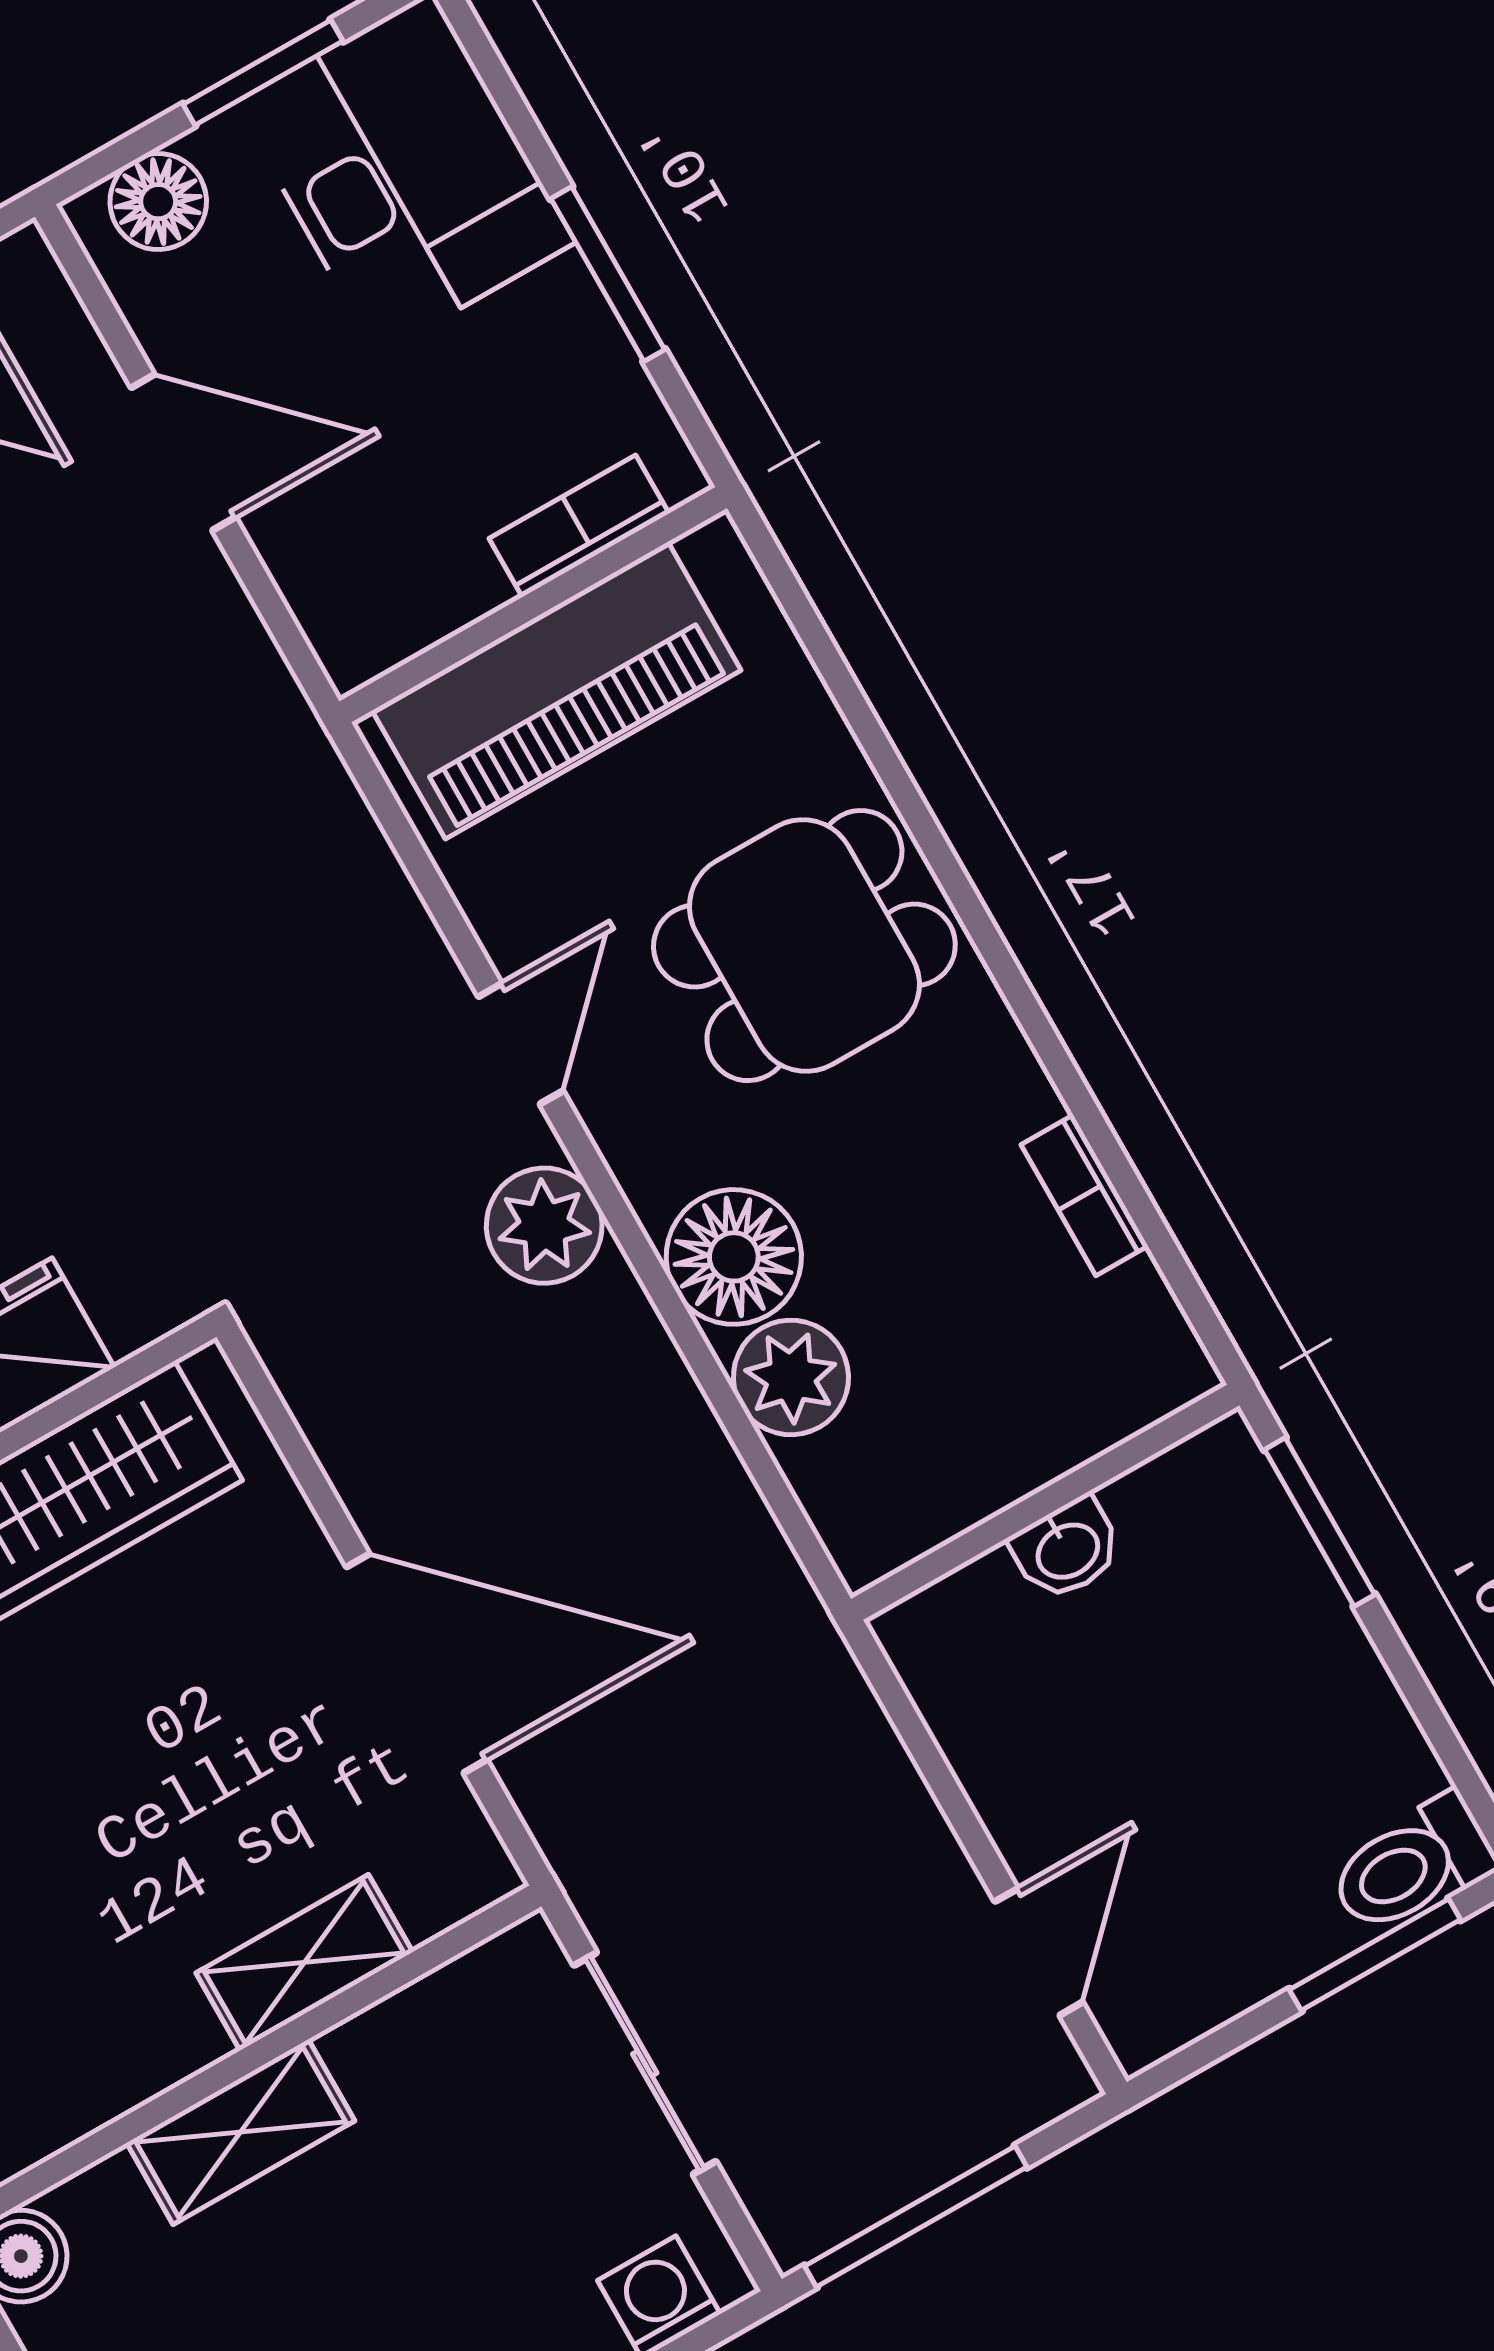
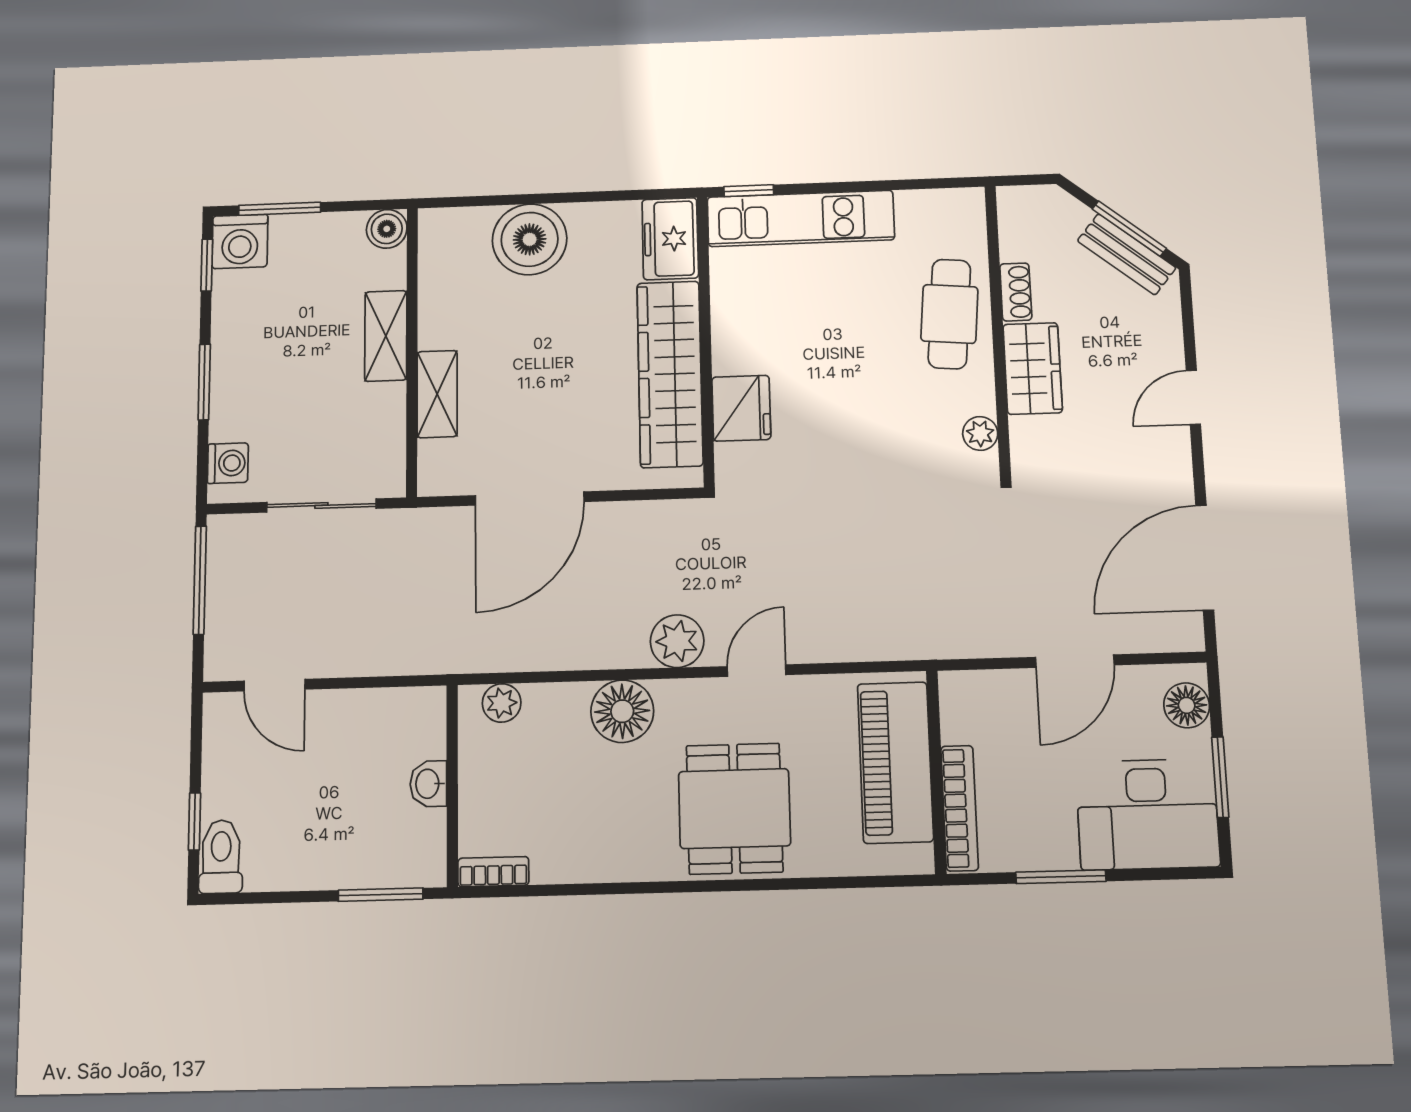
bookcase: (579, 526) -> (960, 808), width x1.56
door: (521, 1044) -> (756, 671), swing flipped
bookcase: (1085, 1195) -> (493, 872), moved
plant: (791, 1377) -> (502, 703), moved, width x0.73, depth x0.73
window: (1375, 1955) -> (194, 821), width x0.67

